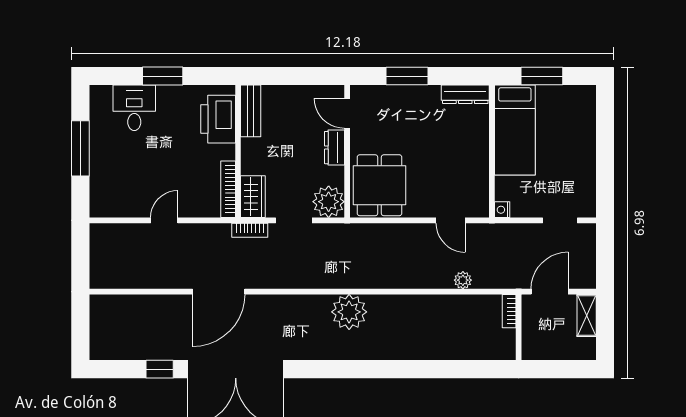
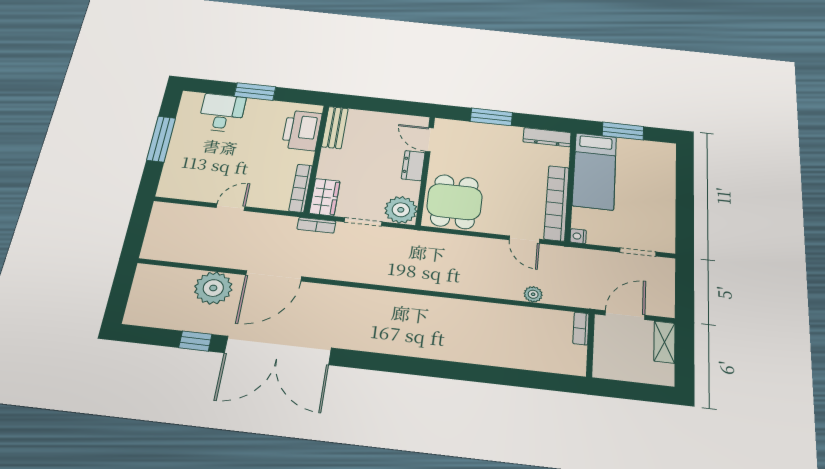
bookcase: (479, 174) -> (557, 203), added
plant: (349, 312) -> (213, 288), moved

